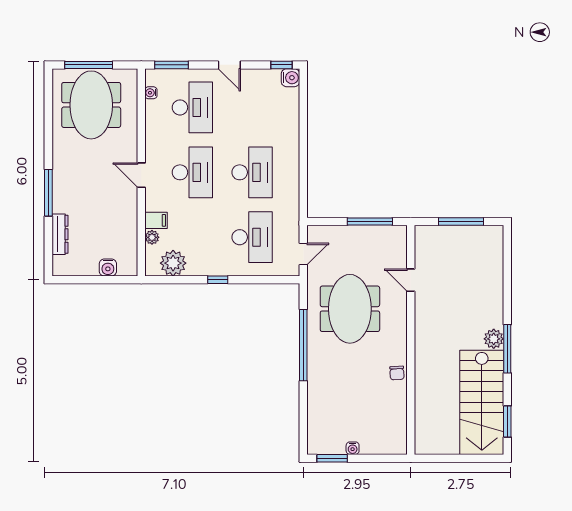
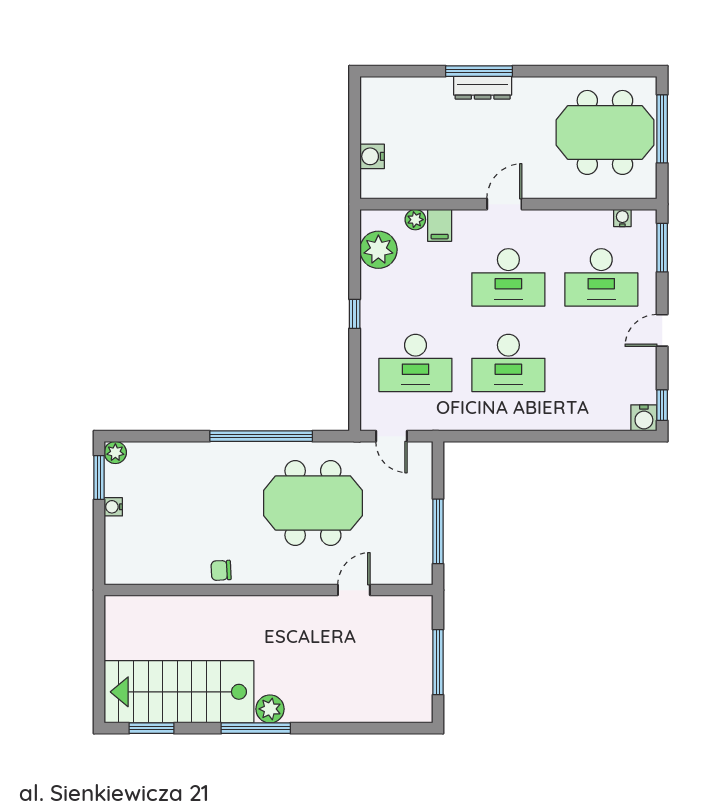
dresser: (60, 234) -> (483, 88), moved
plant: (315, 447) -> (115, 452), added

